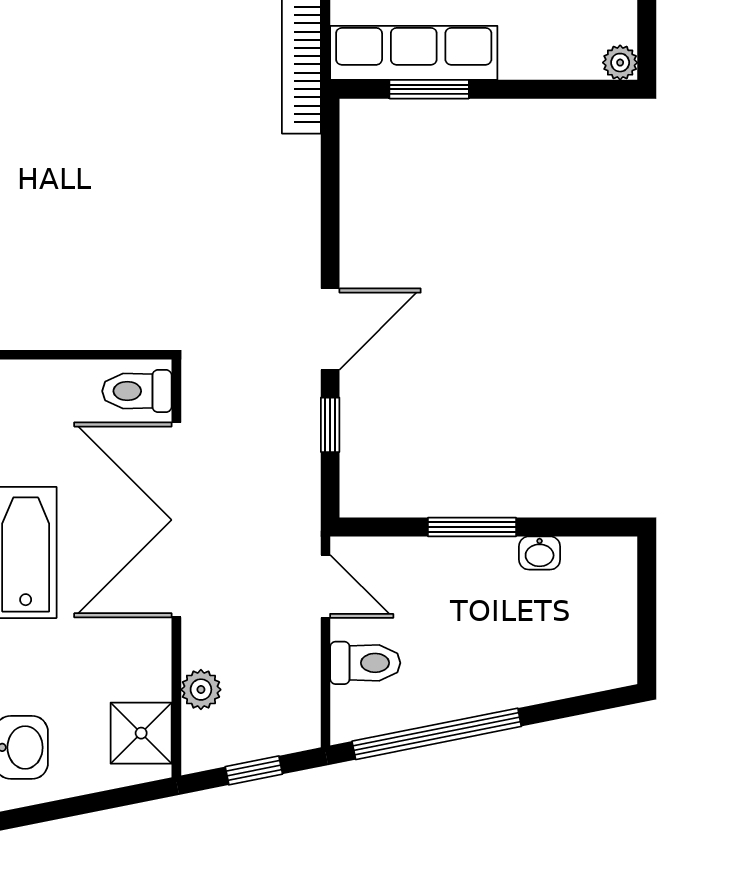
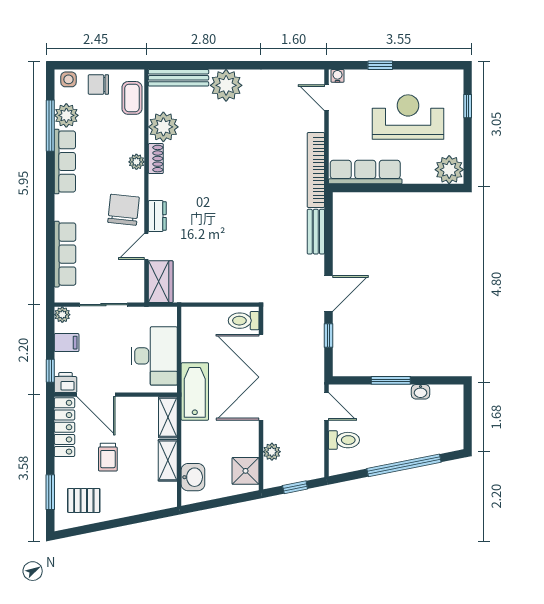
plant: (620, 63) -> (449, 170), width x1.87, depth x1.87
window: (429, 89) -> (372, 188), removed
bench: (301, 188) -> (316, 232), added
window: (437, 734) -> (404, 465), moved

